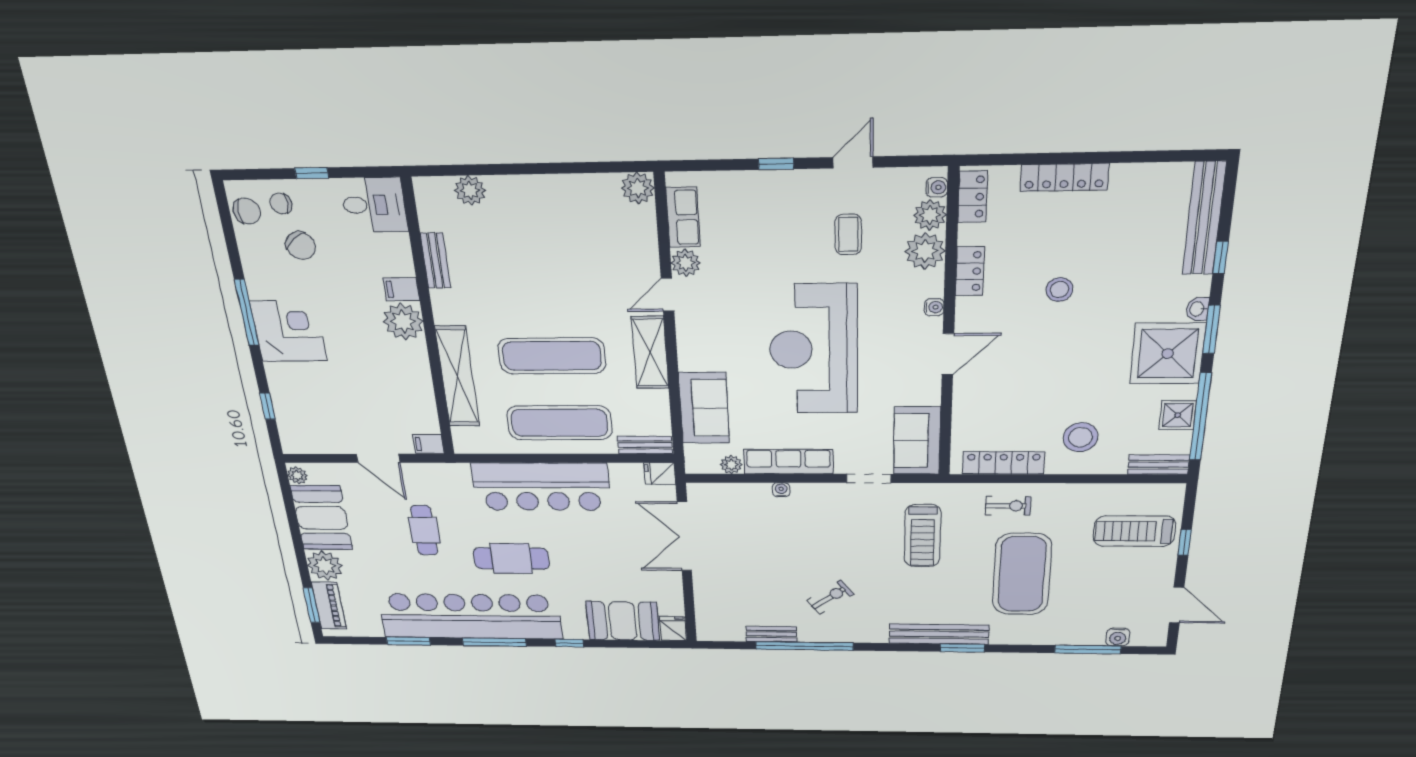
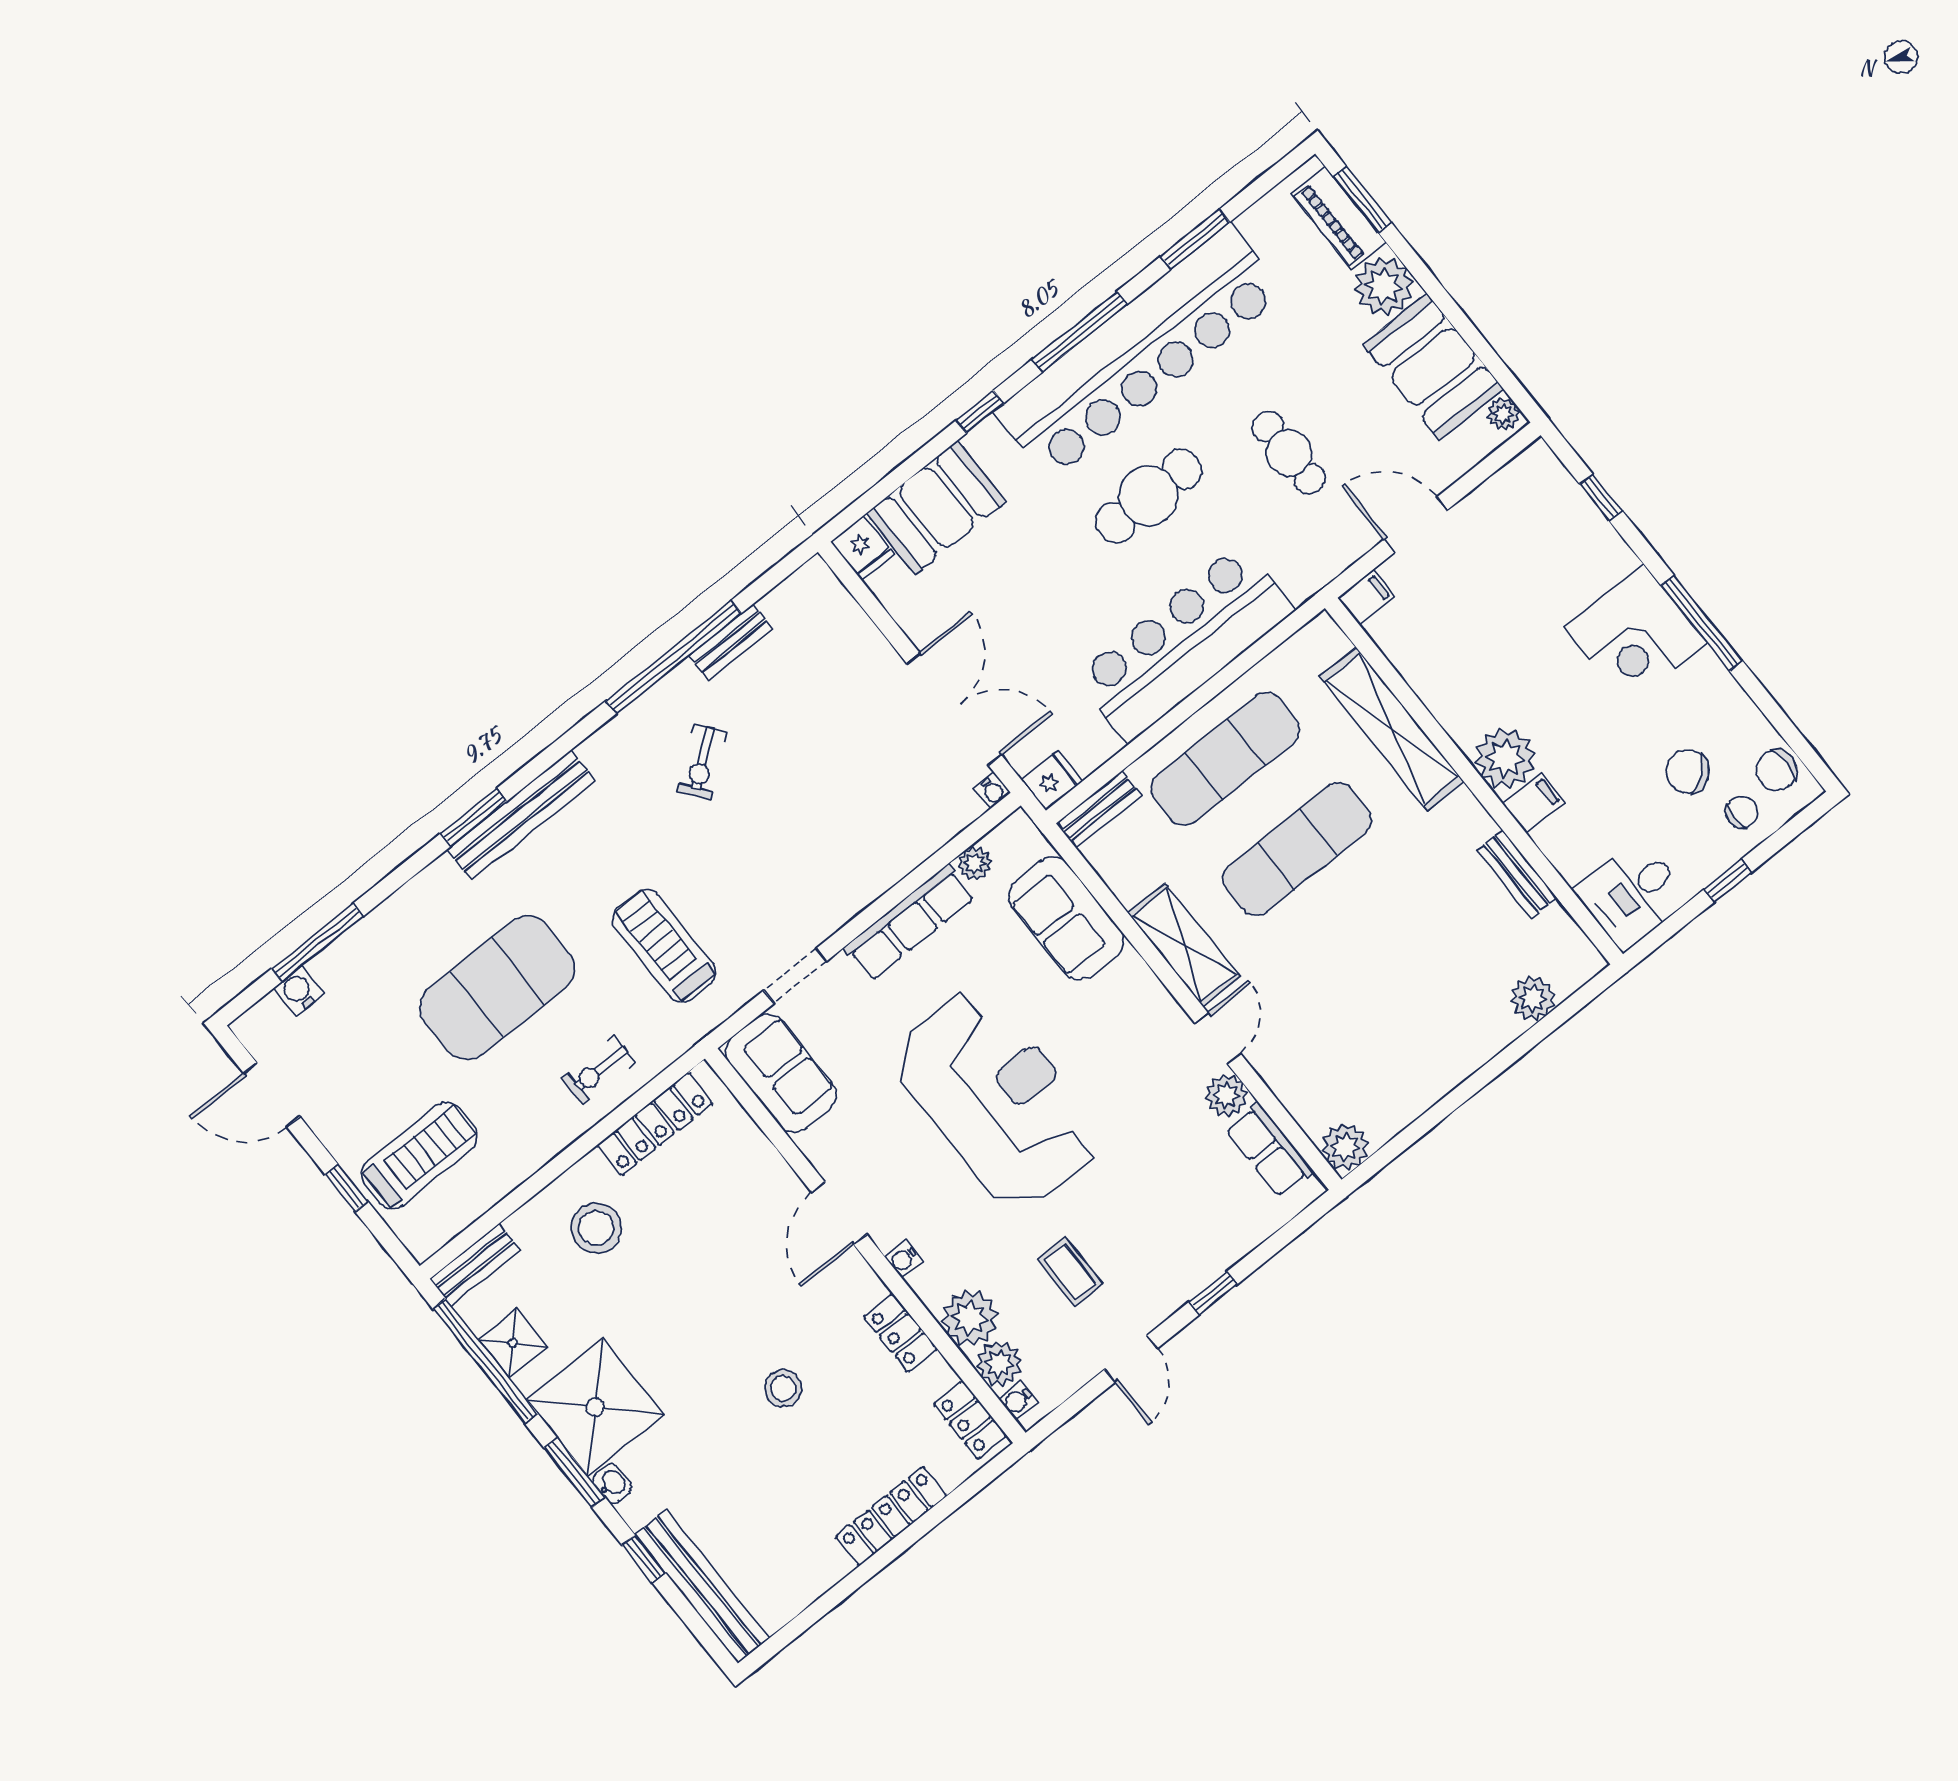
water cooler: (781, 490) -> (992, 791), moved
exercise mat: (1022, 574) -> (497, 988), turned 90

